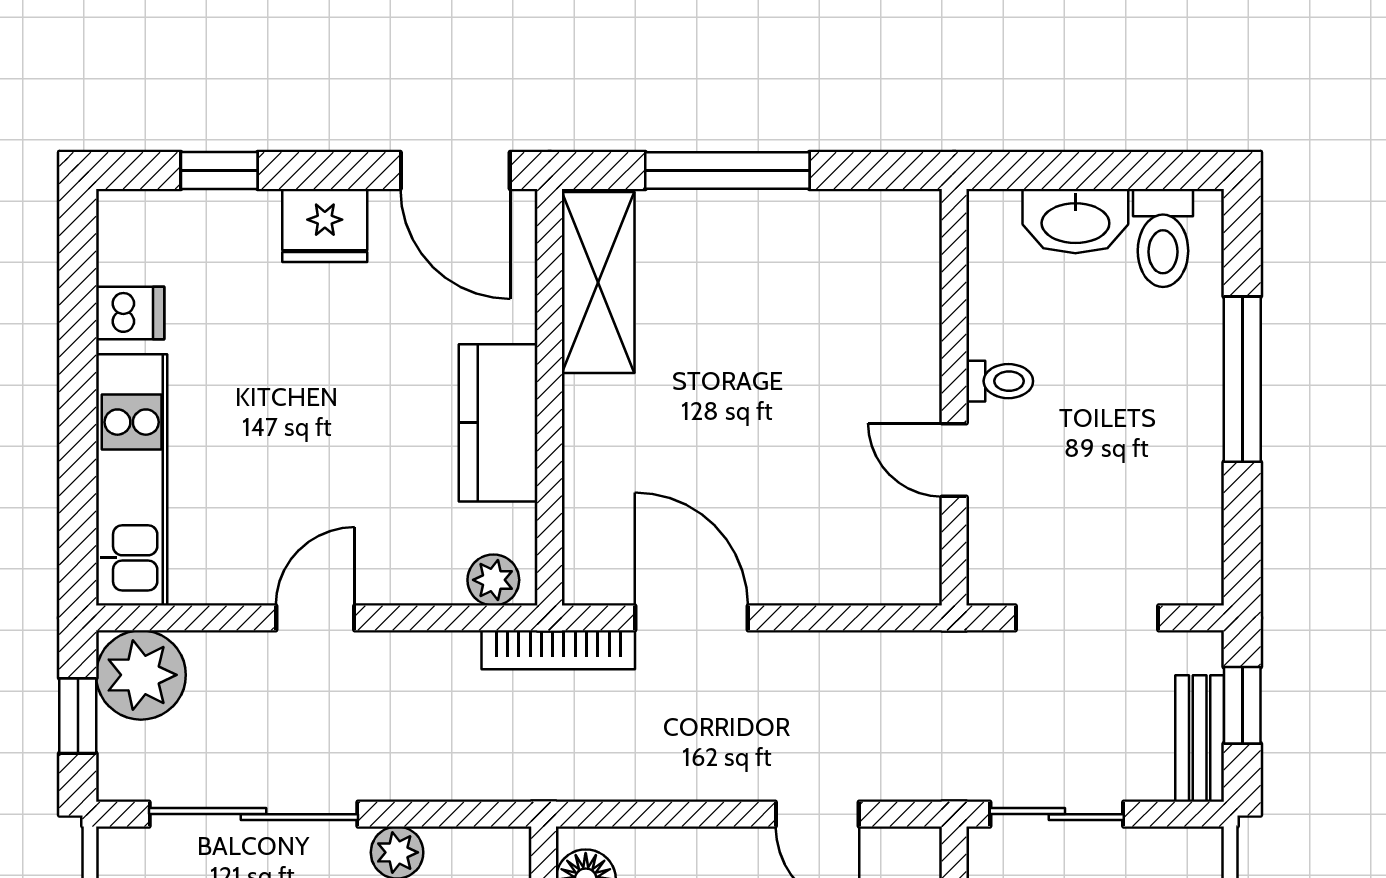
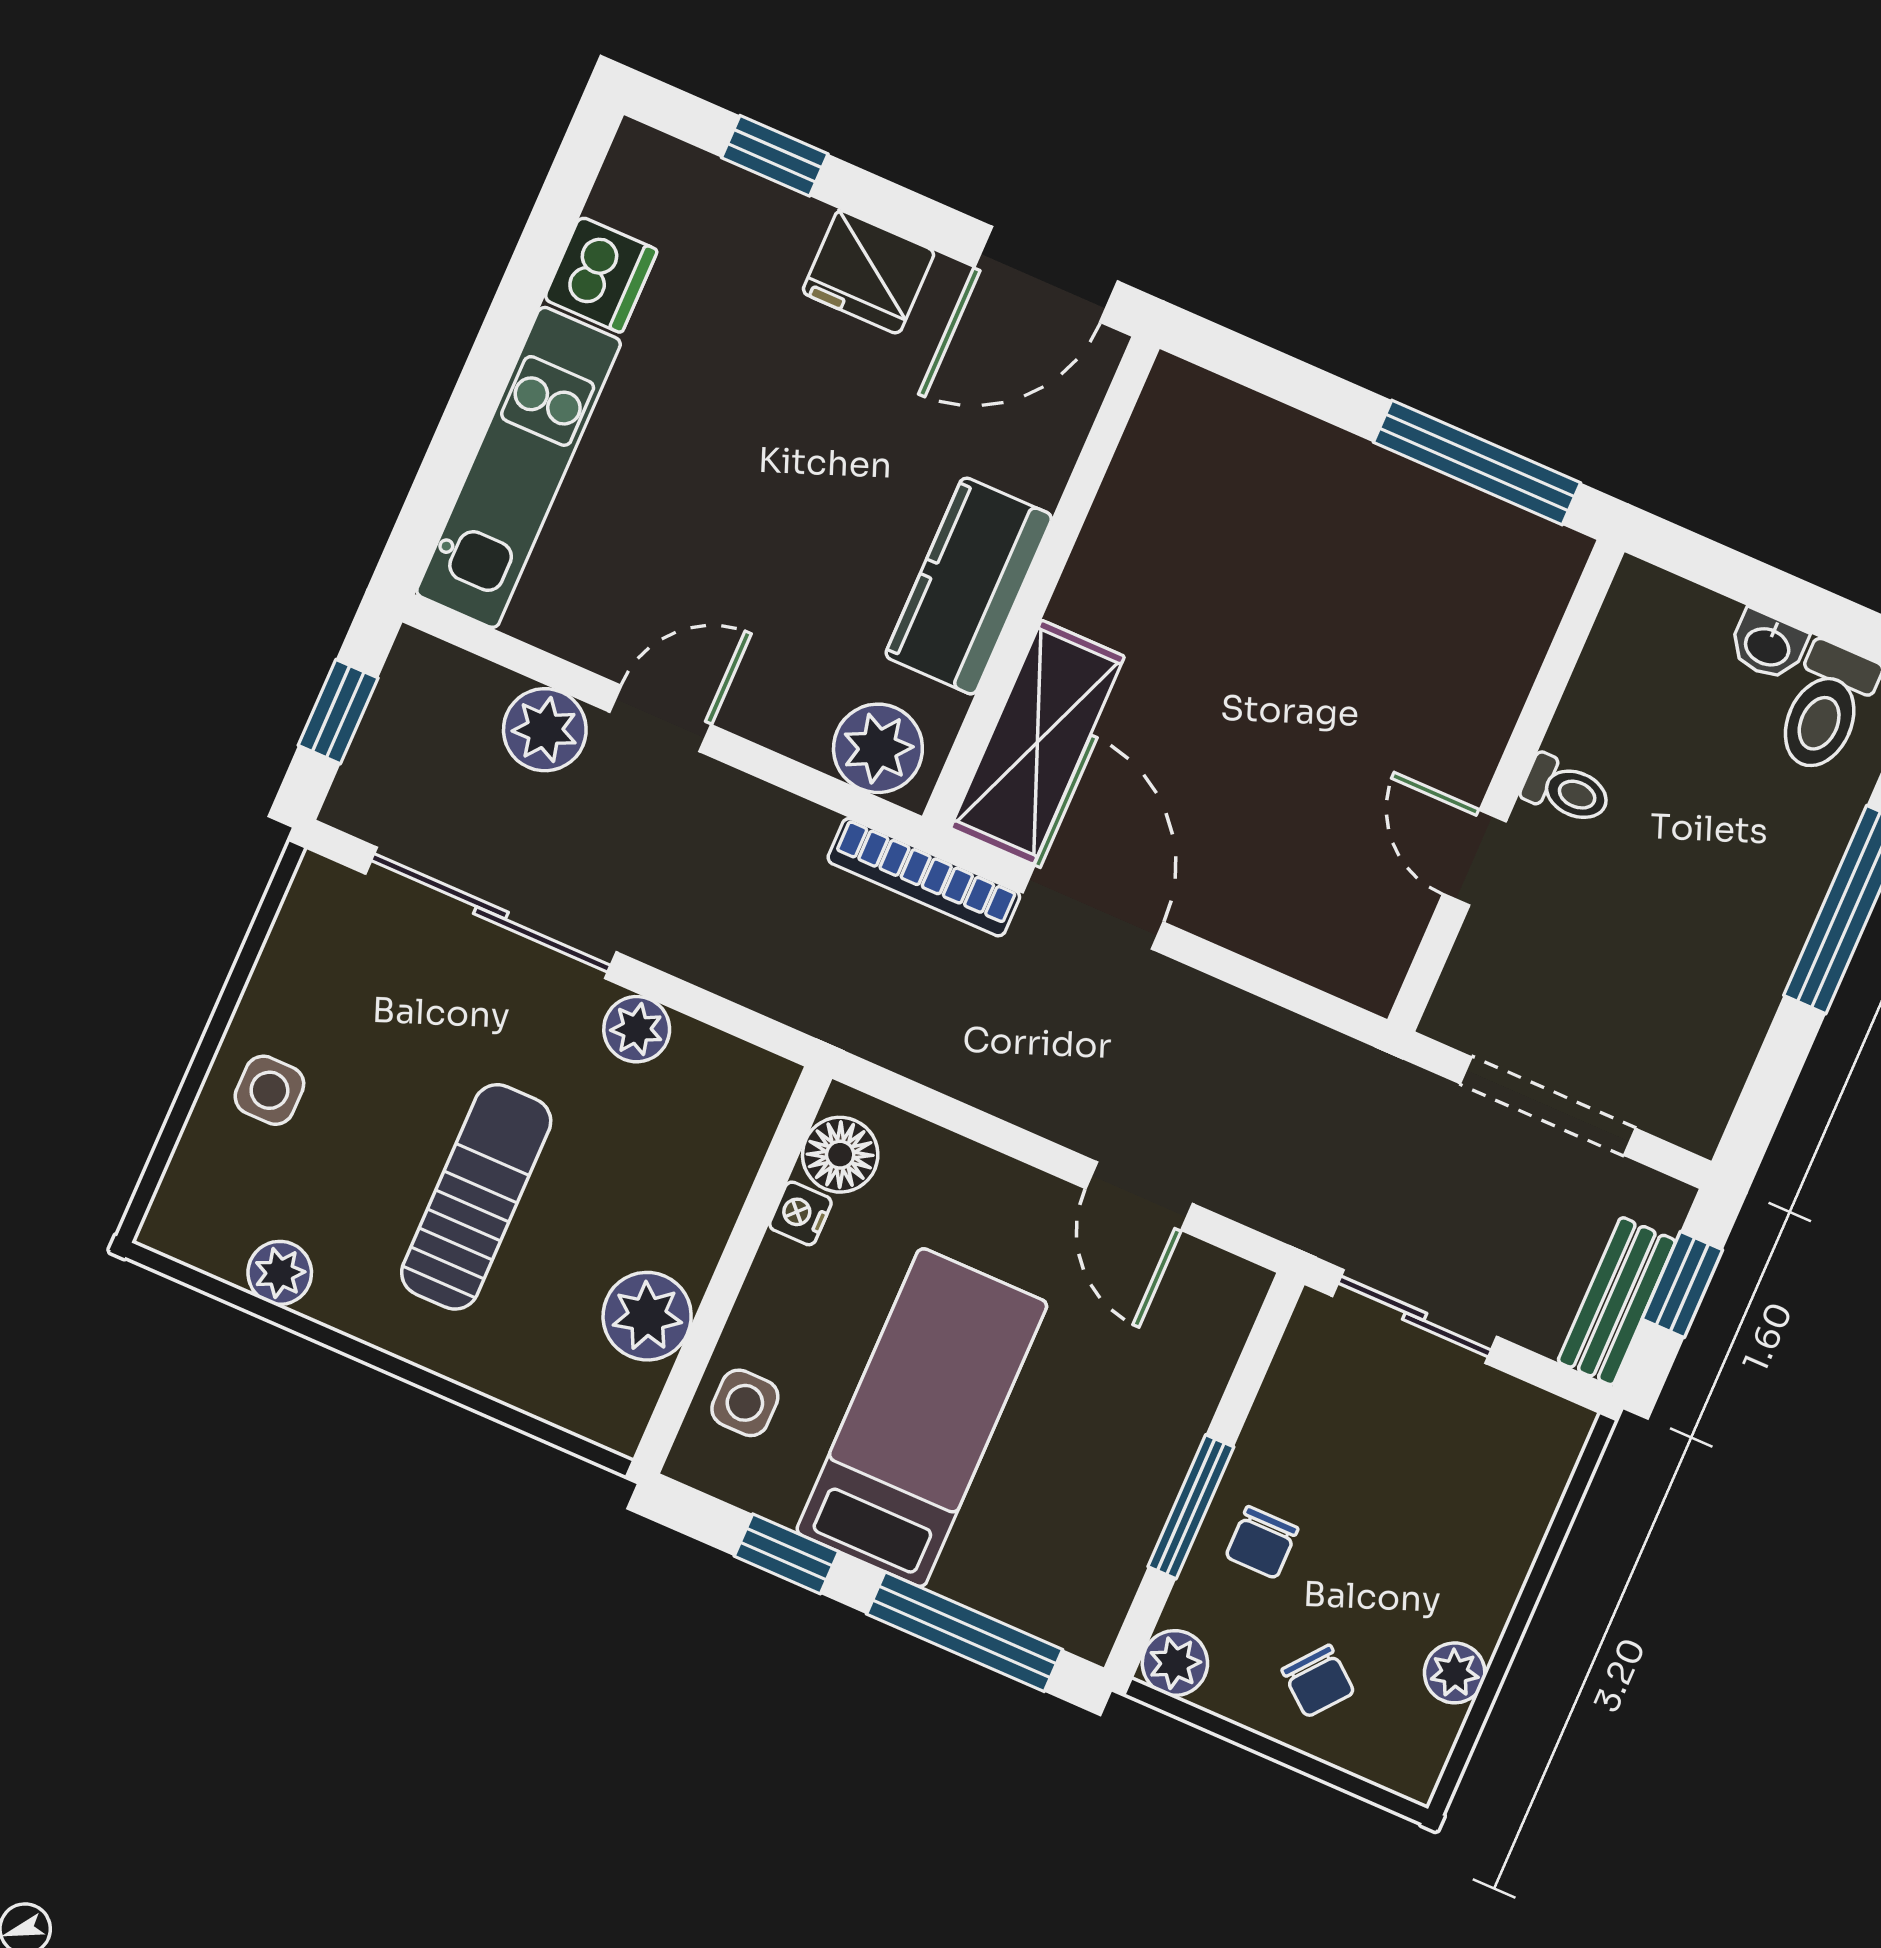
door: (455, 171) -> (1046, 274), hinge flipped
window: (727, 171) -> (1477, 463), moved
washbasin: (1075, 221) -> (1768, 645), width x0.52, depth x0.69
shelving: (598, 282) -> (1037, 742), moved
dishwasher: (130, 313) -> (601, 275), width x1.38
plant: (493, 580) -> (878, 748), width x1.38, depth x1.38
plant: (141, 675) -> (545, 730), moved, width x0.73, depth x0.73

